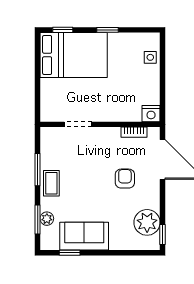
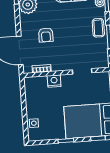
nightstand: (151, 114) -> (54, 81), moved

